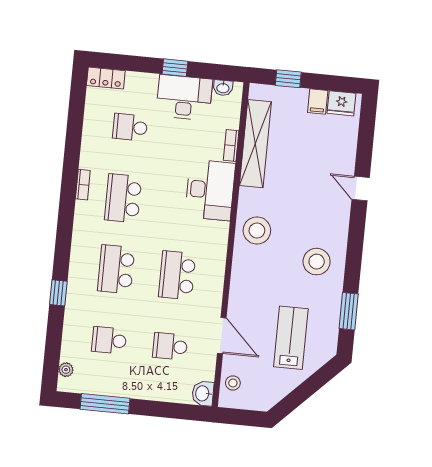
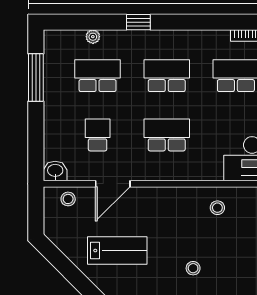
stool: (257, 230) -> (217, 208), width x0.53, depth x0.53
stool: (317, 262) -> (193, 268), width x0.53, depth x0.53
school desk: (109, 340) -> (98, 76), width x1.85
plant: (66, 370) -> (93, 37), moved

